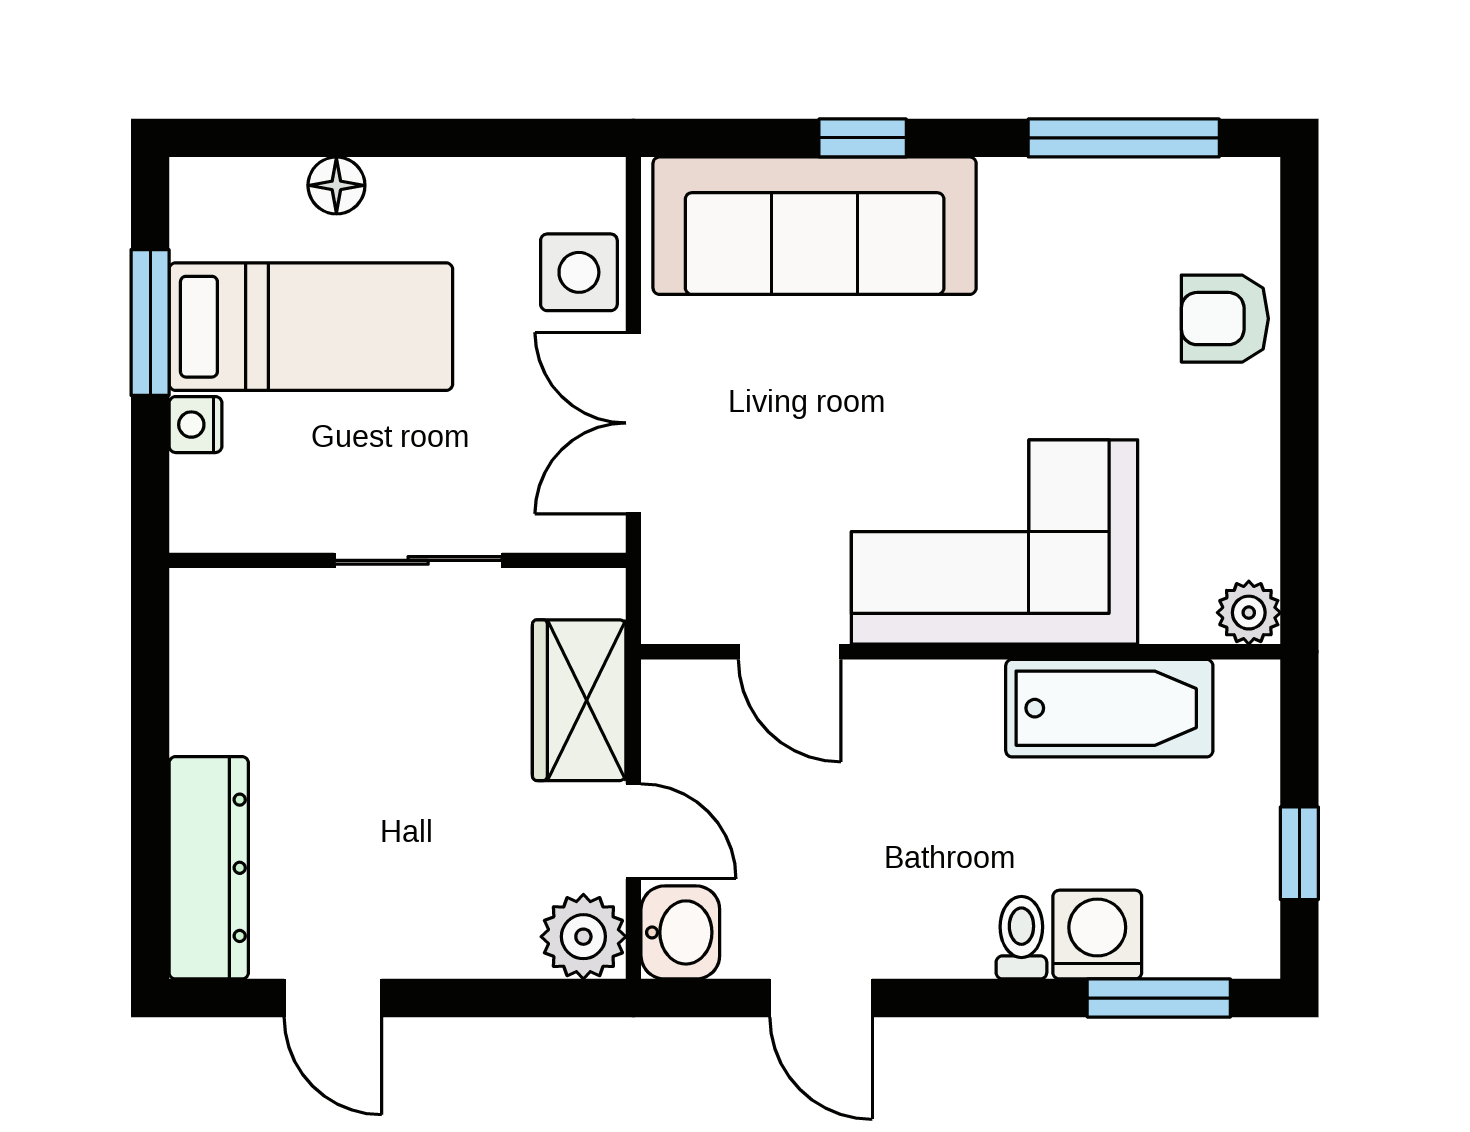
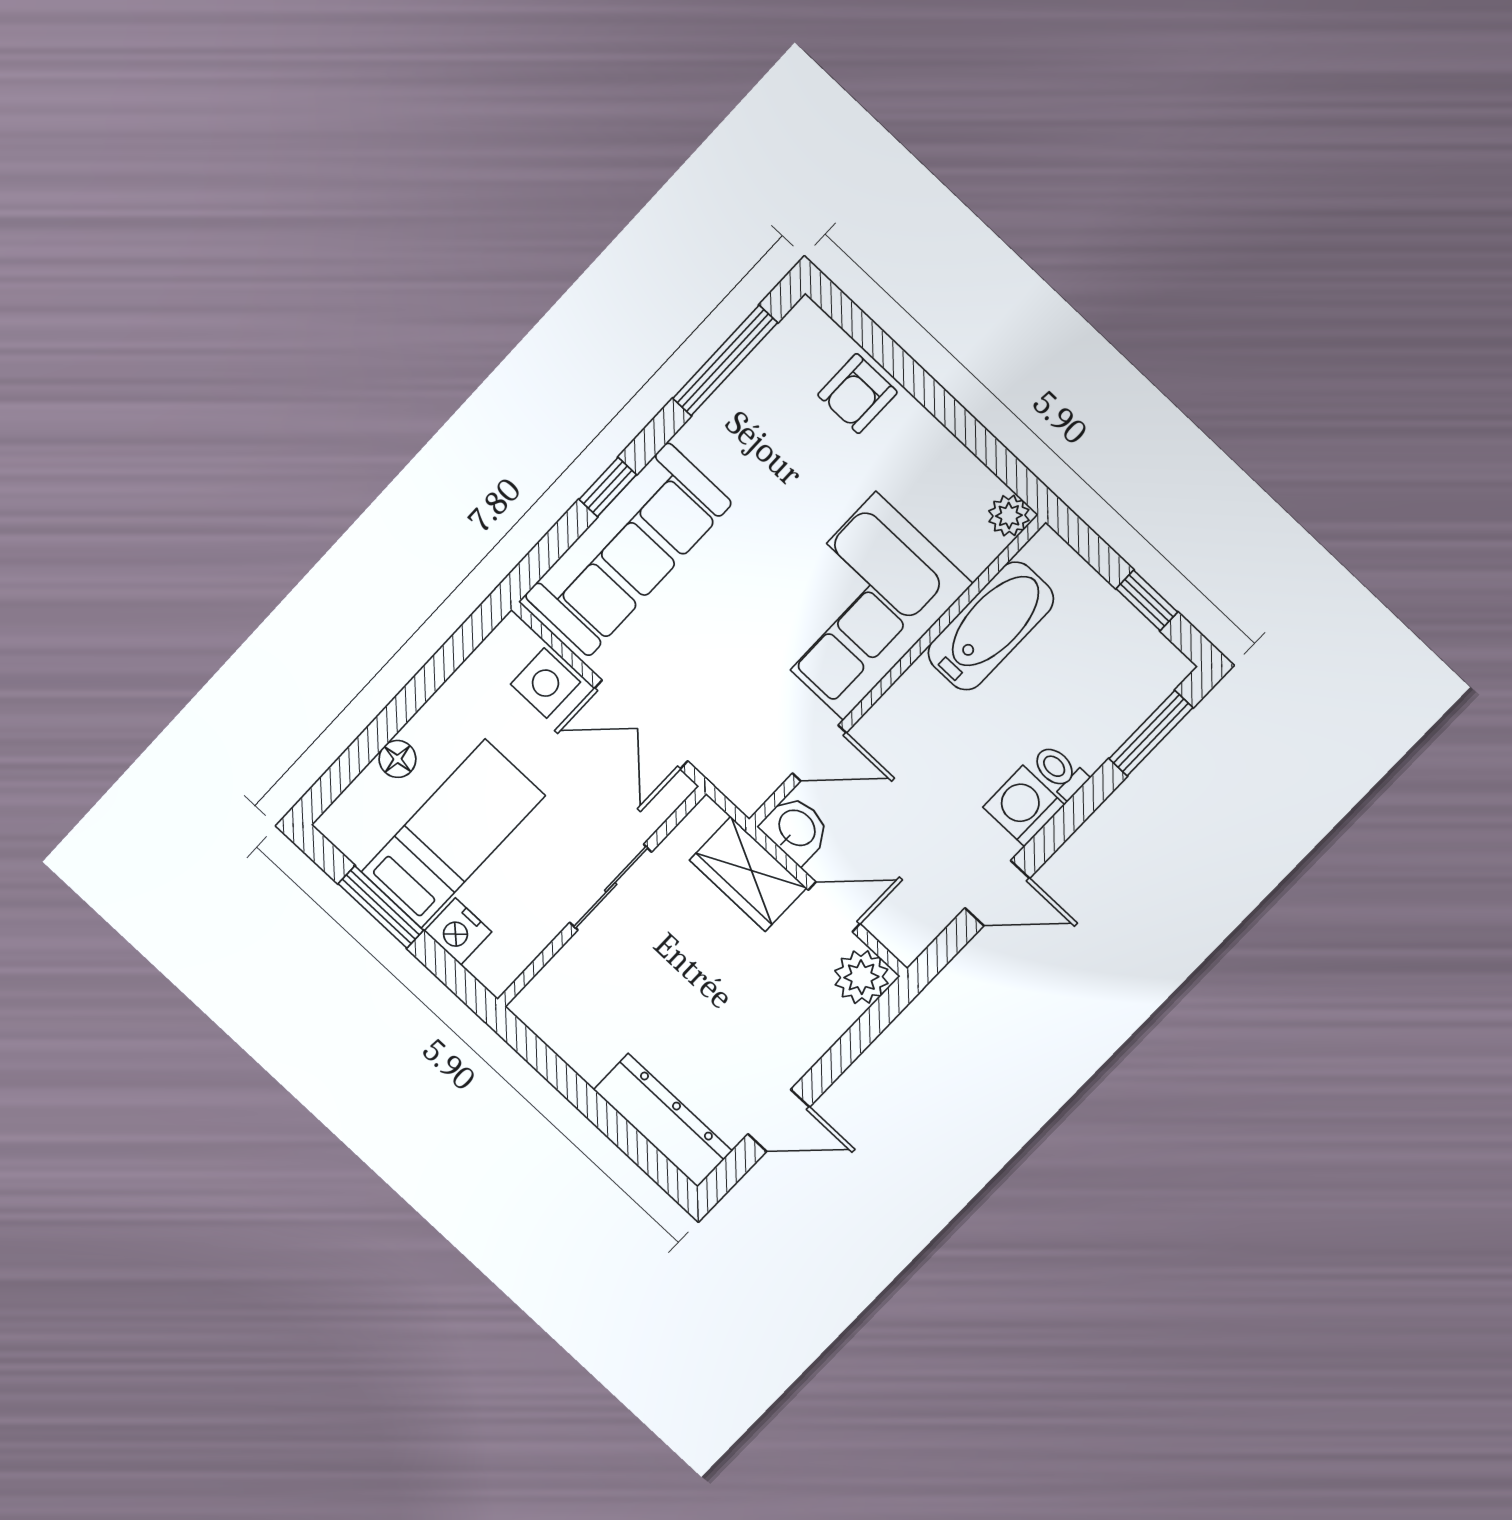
nightstand: (196, 425) -> (458, 931), width x1.39, depth x1.35
washbasin: (680, 932) -> (796, 829), moved
washing machine: (1097, 935) -> (1024, 806), moved

